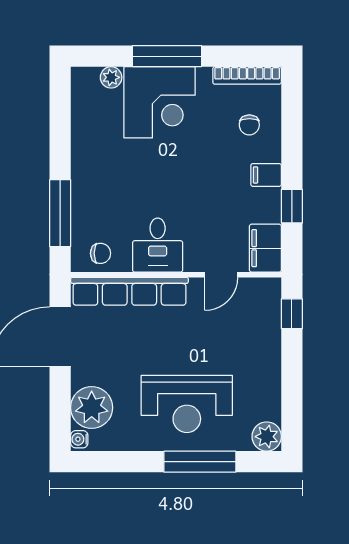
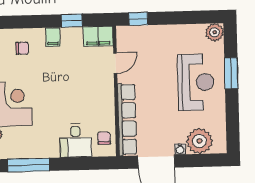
window: (60, 213) -> (29, 165), moved
desk: (158, 245) -> (76, 140), moved, turned 90
door: (221, 275) -> (115, 63), hinge flipped
water cooler: (79, 439) -> (180, 149), moved
window: (200, 462) -> (231, 73), width x0.69

